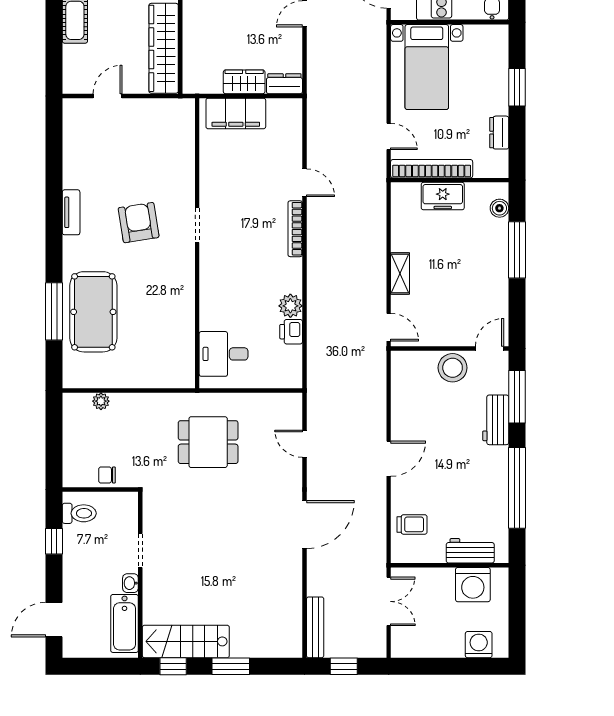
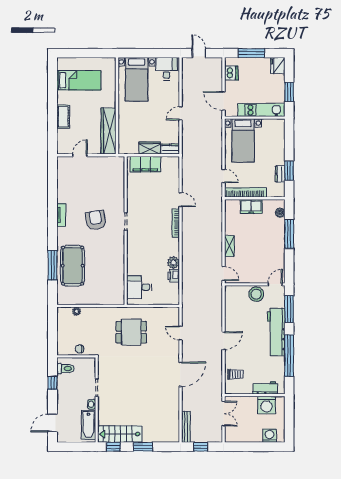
window: (517, 87) -> (289, 171), moved
workbench: (496, 420) -> (276, 332), width x1.88, depth x1.32

